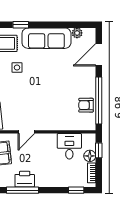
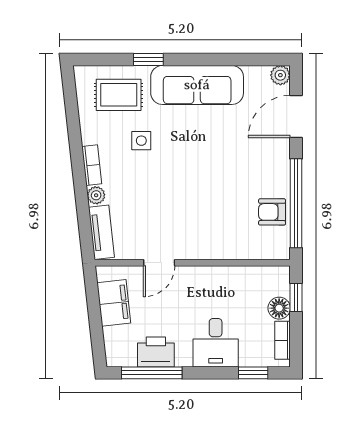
plant: (77, 33) -> (280, 75), moved
desk: (69, 146) -> (216, 343), moved, turned 180

